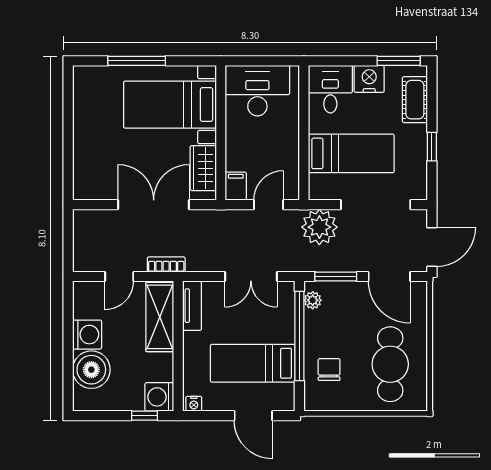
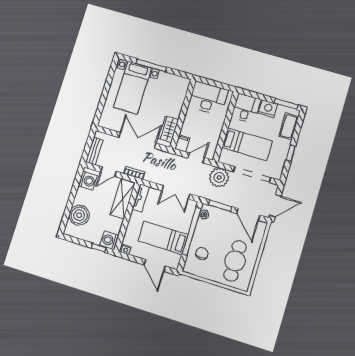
bed with nightstands: (170, 105) -> (132, 88), moved, turned -90
bench: (82, 247) -> (94, 151), added
washing machine: (87, 335) -> (88, 181), moved

